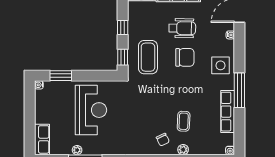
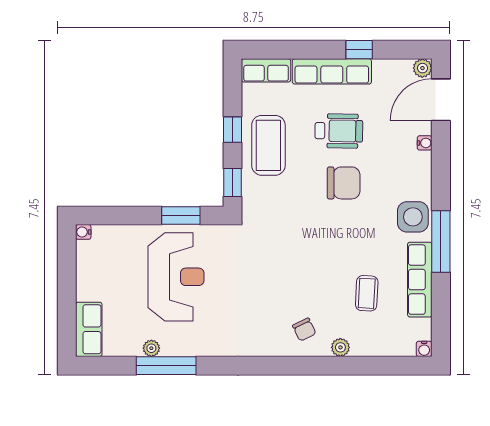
coffee table: (148, 57) -> (268, 145), moved
side table: (221, 65) -> (413, 217), moved
window: (61, 76) -> (181, 215), moved
coffee table: (184, 121) -> (367, 293), moved

